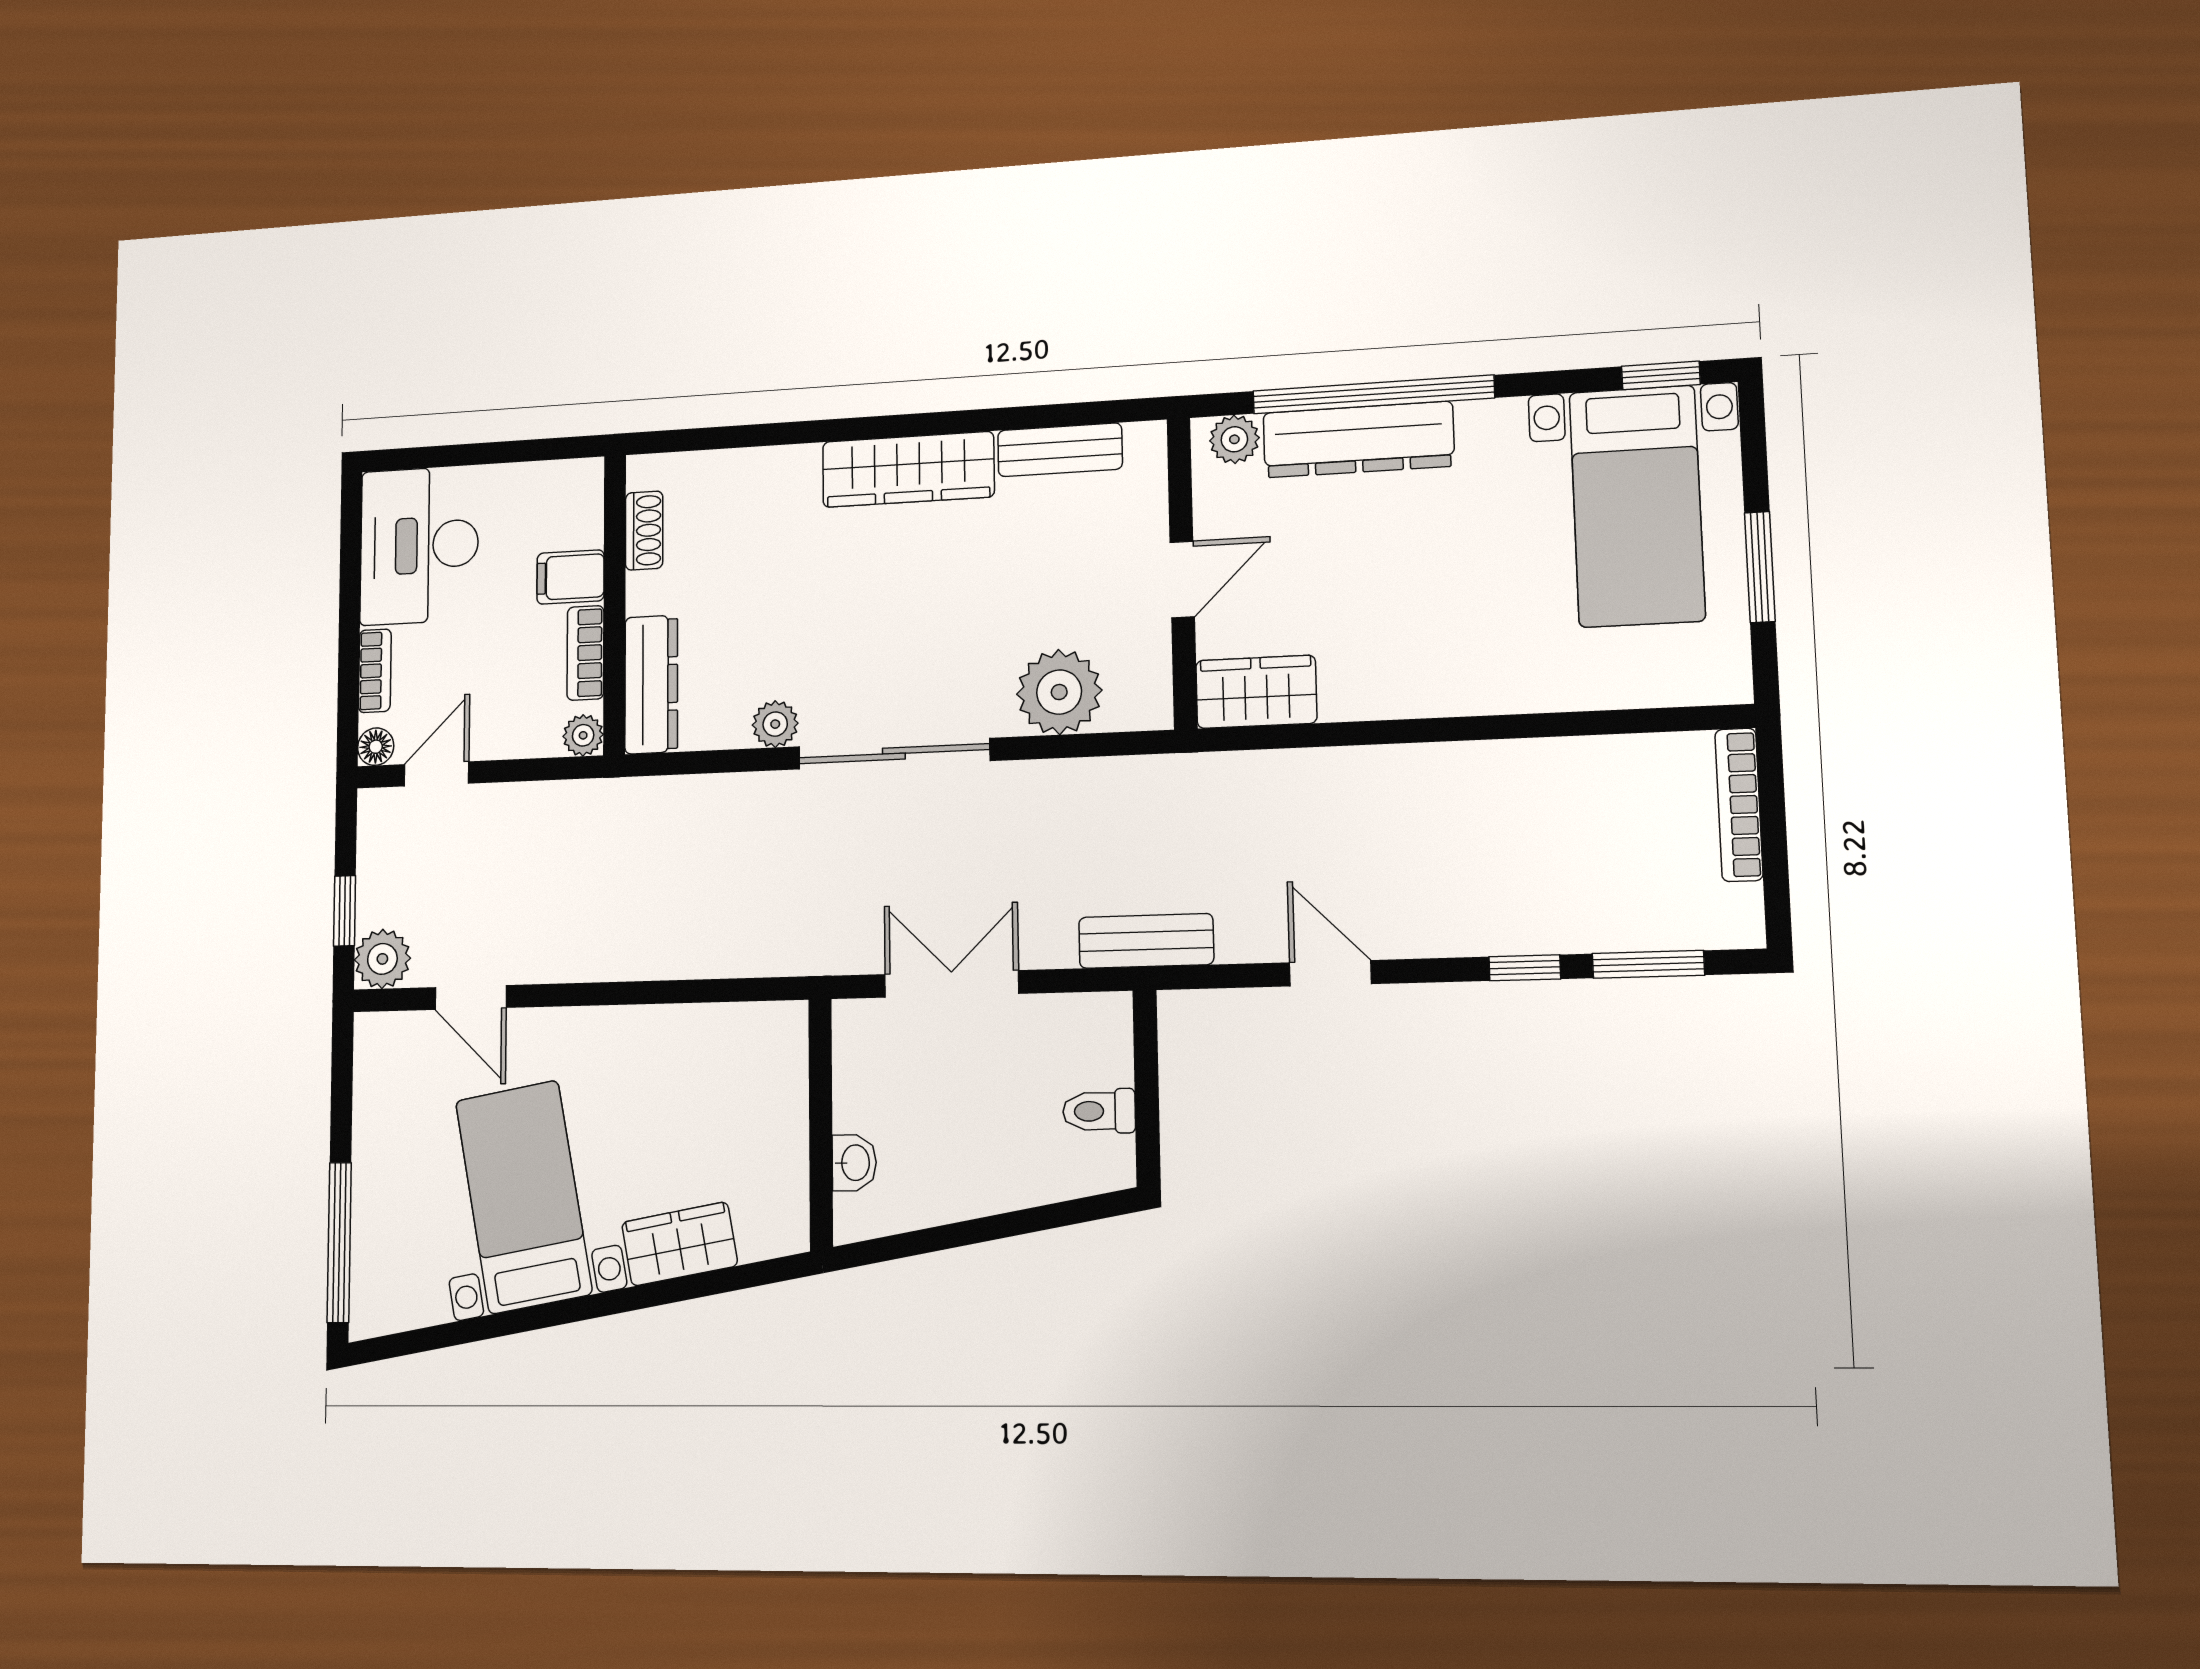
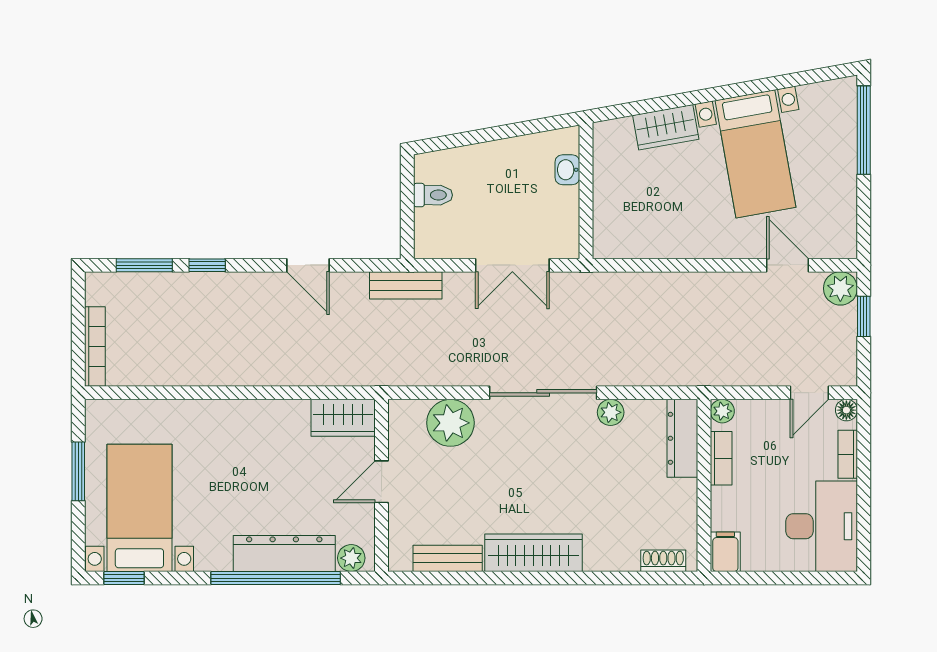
shoe rack: (644, 531) -> (663, 561), moved, turned 90
filing cabinet: (570, 577) -> (725, 552), moved, turned -90

